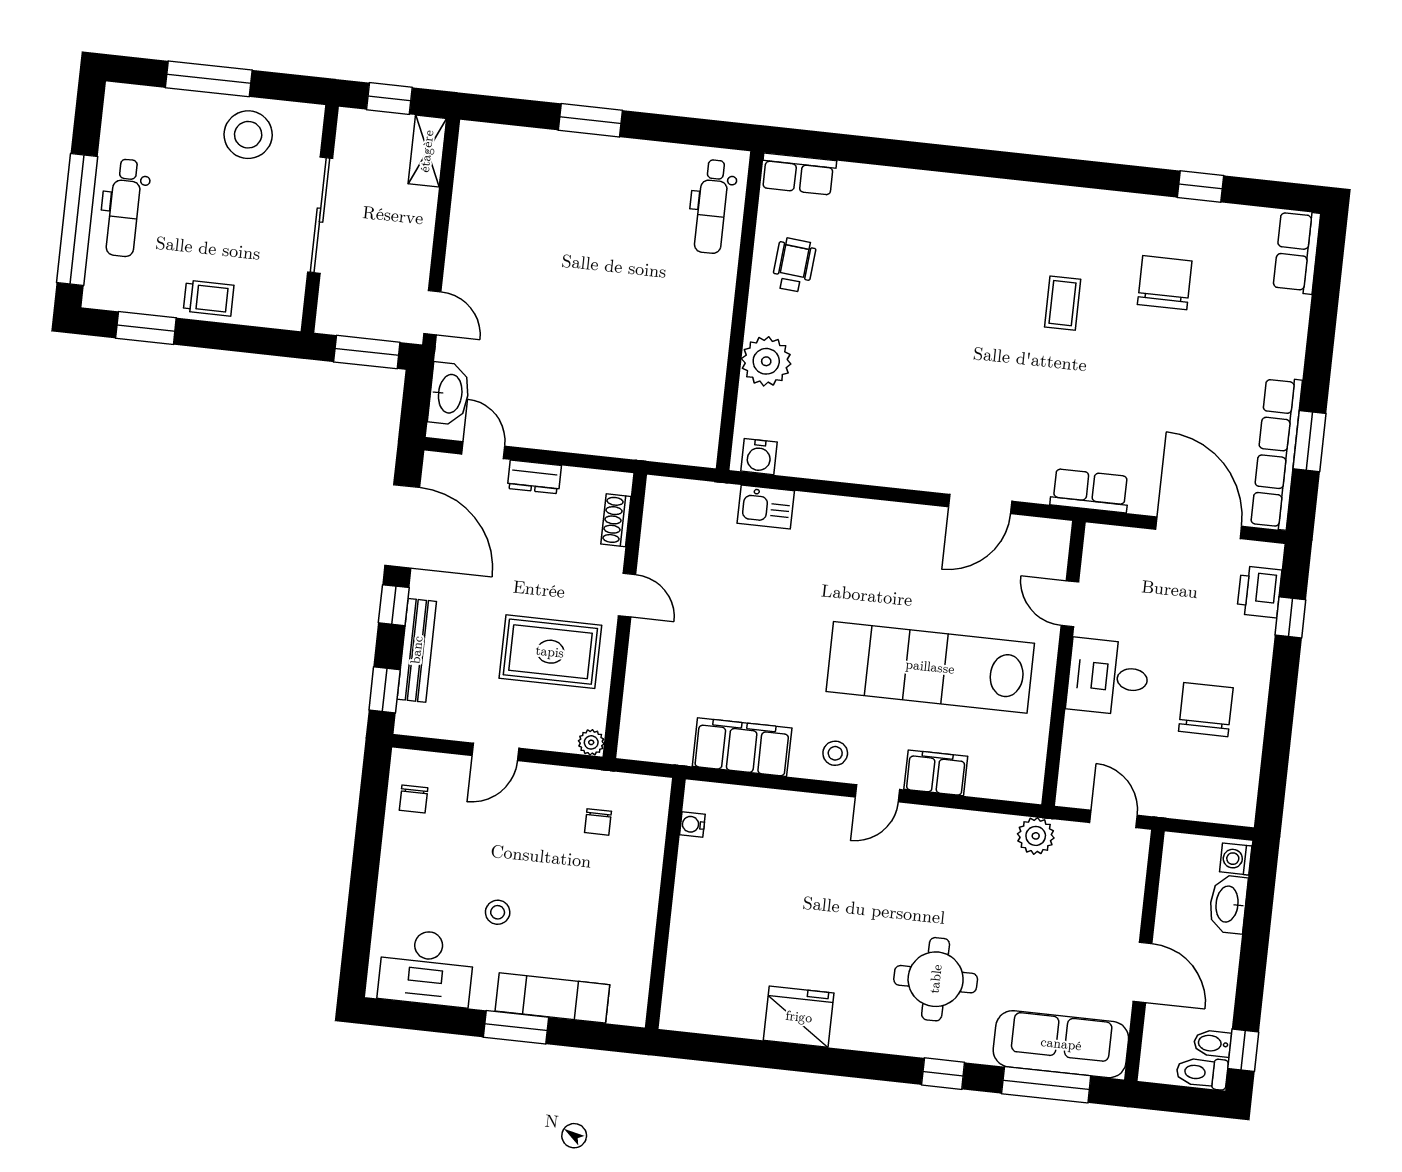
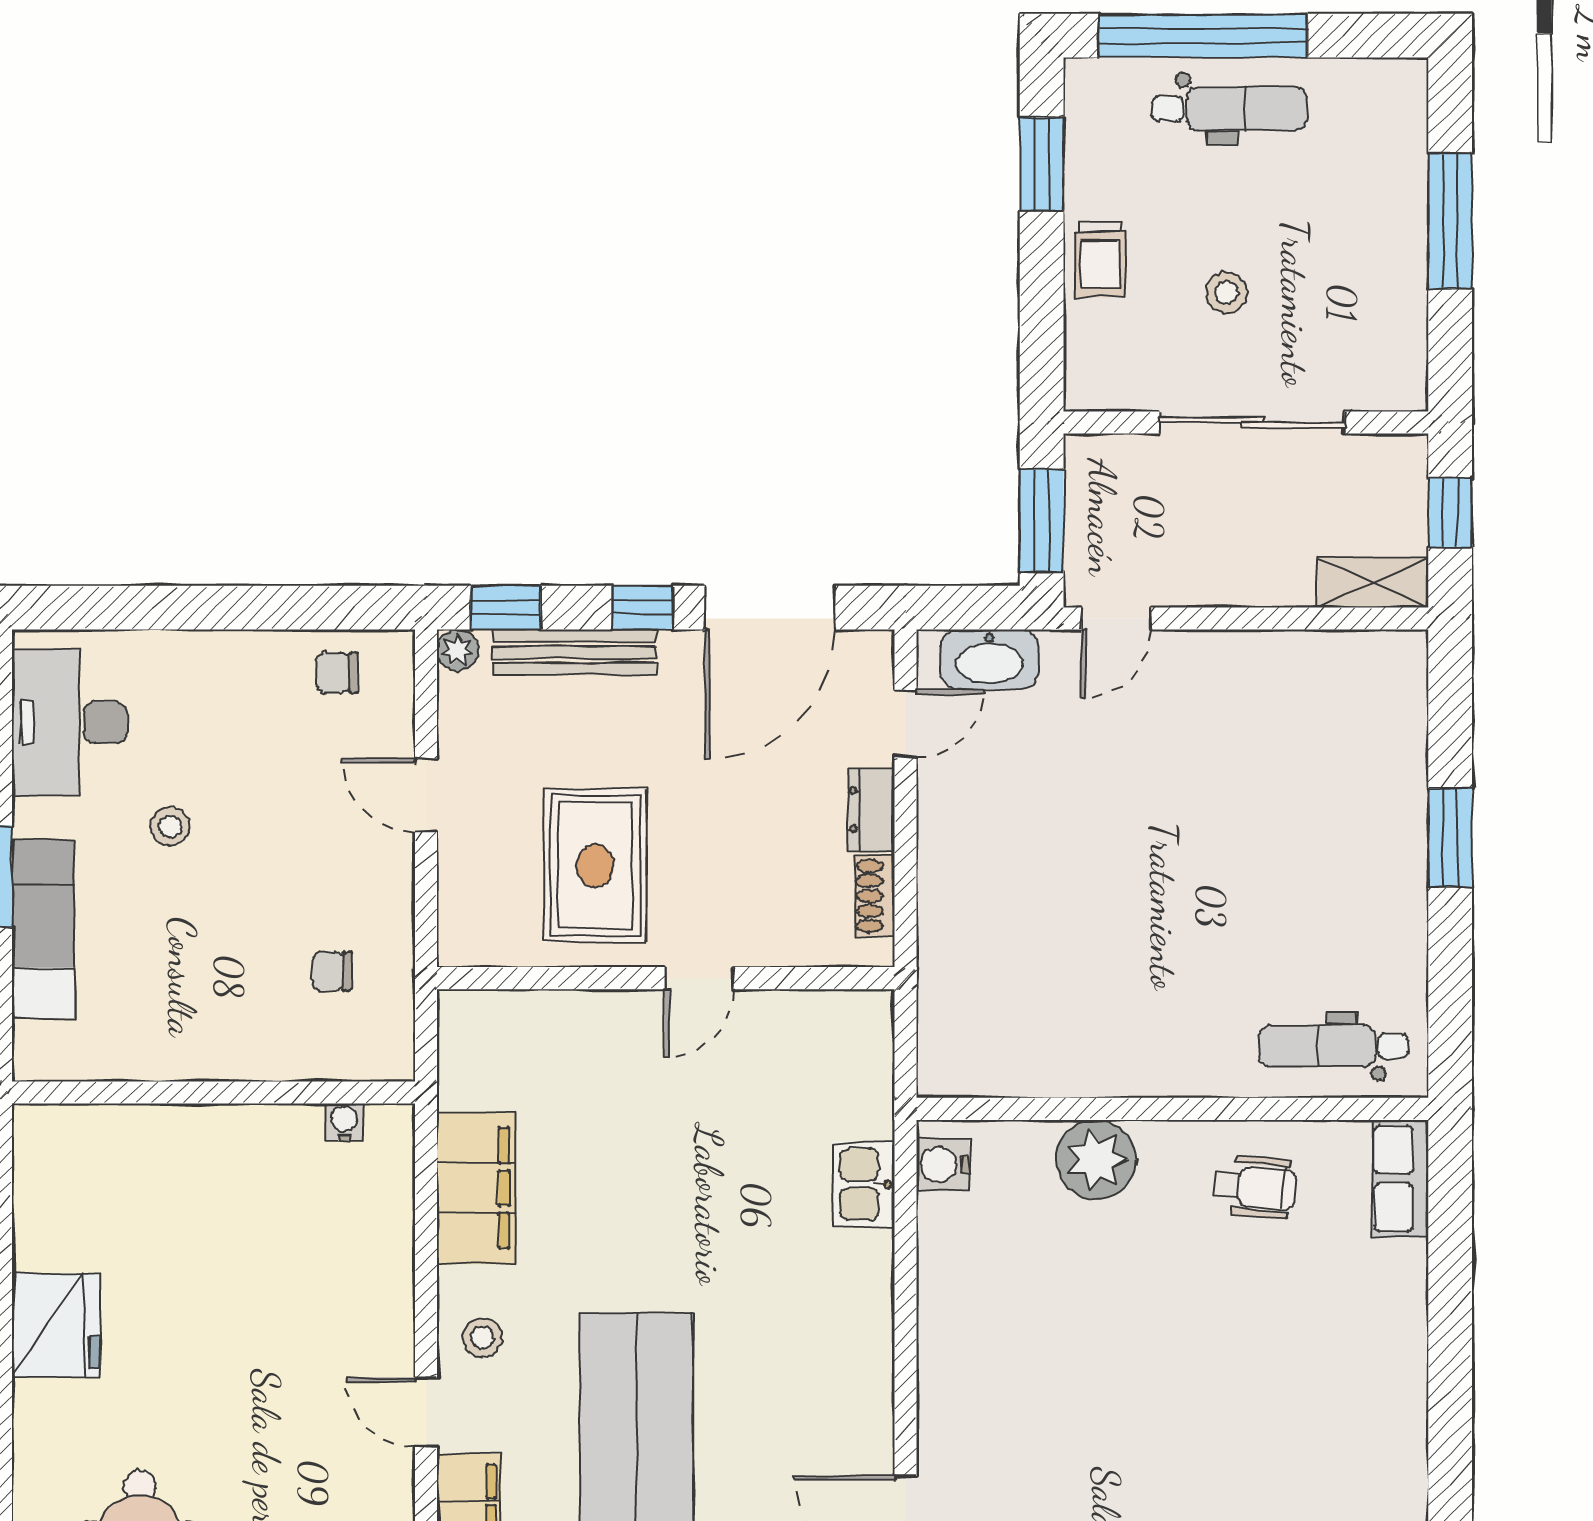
stool: (248, 135) -> (1227, 293), moved, width x0.53, depth x0.53
dental chair: (124, 208) -> (1230, 109), turned 180
shoe rack: (616, 520) -> (875, 896), moved, turned -90
plant: (591, 742) -> (458, 650), moved

